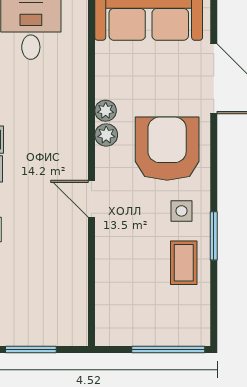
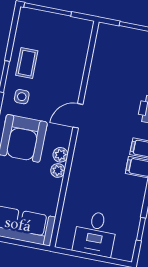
door: (91, 199) -> (78, 116), swing flipped

